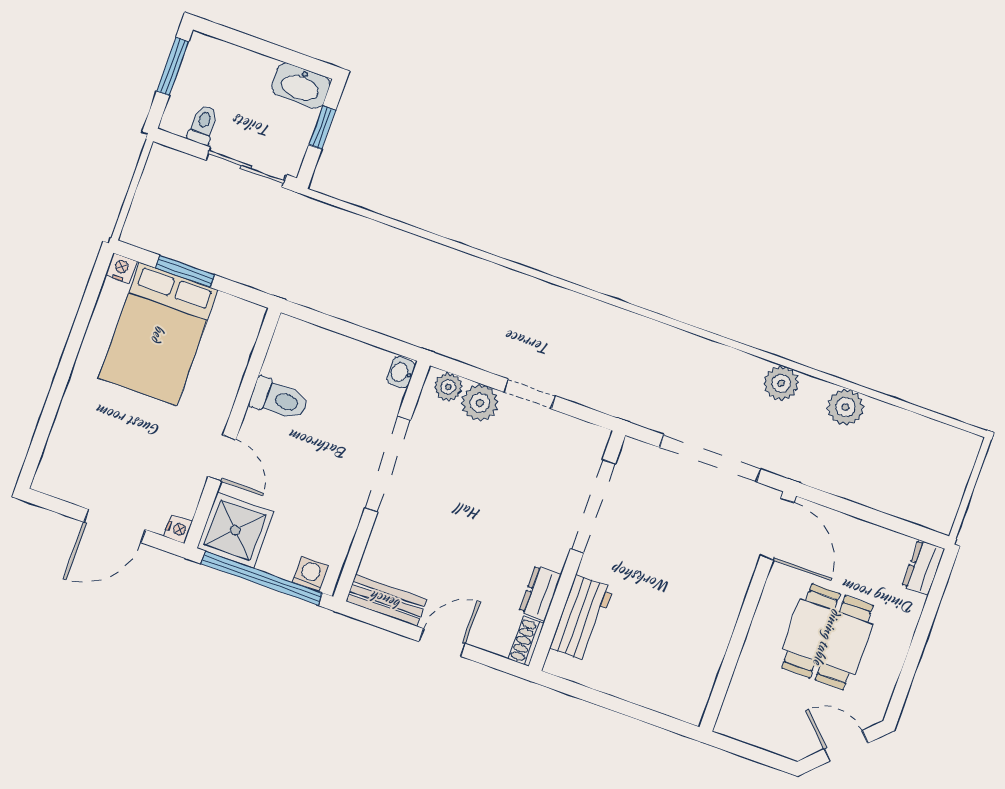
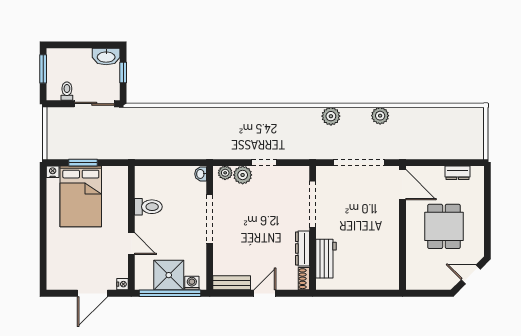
plant: (846, 407) -> (331, 116), moved
shower: (235, 530) -> (169, 275), moved
dresser: (923, 568) -> (458, 173), moved, turned -90
dresser: (540, 593) -> (302, 248), width x1.44

